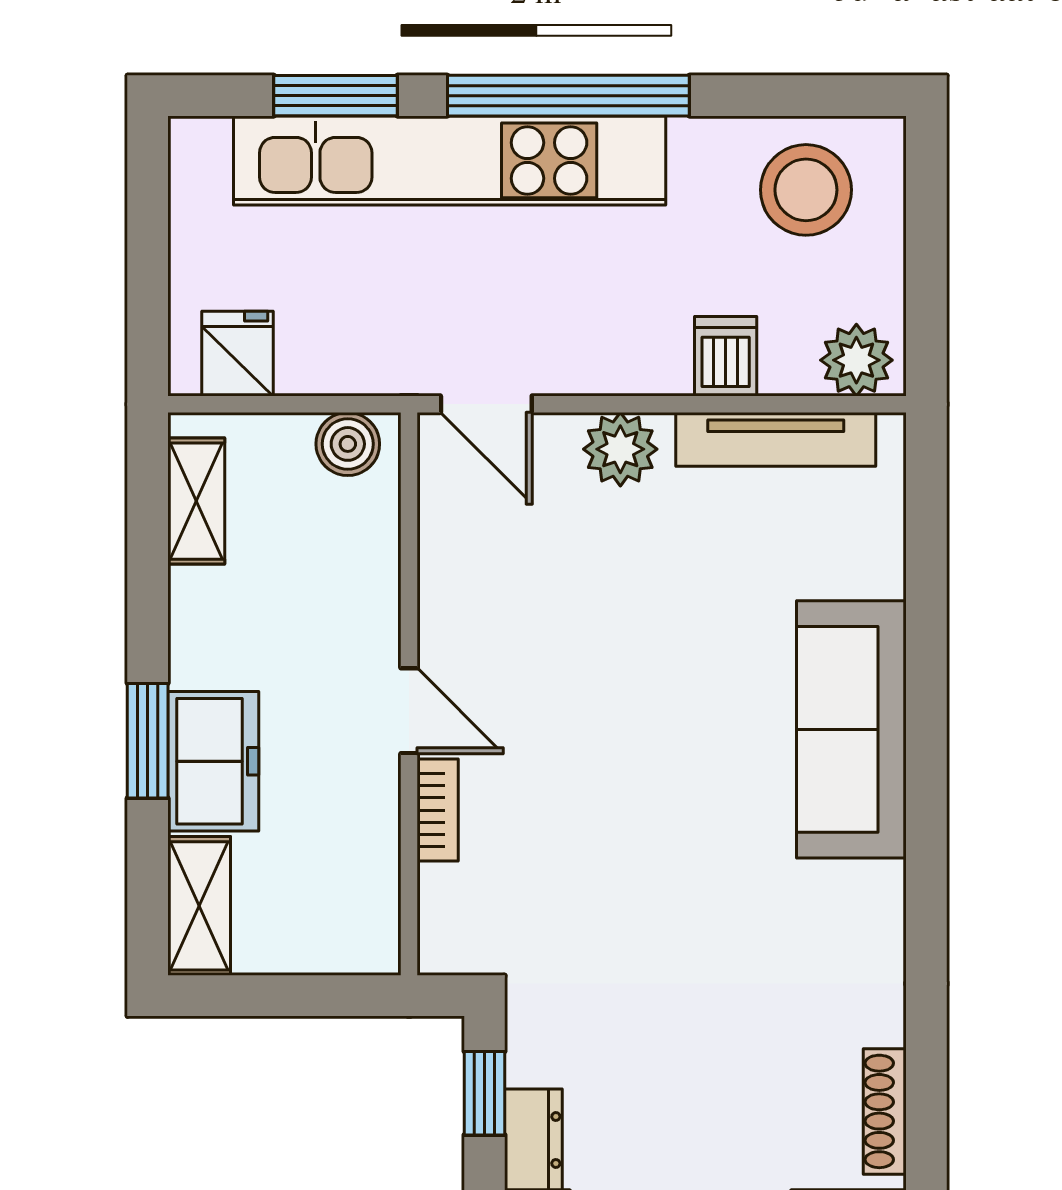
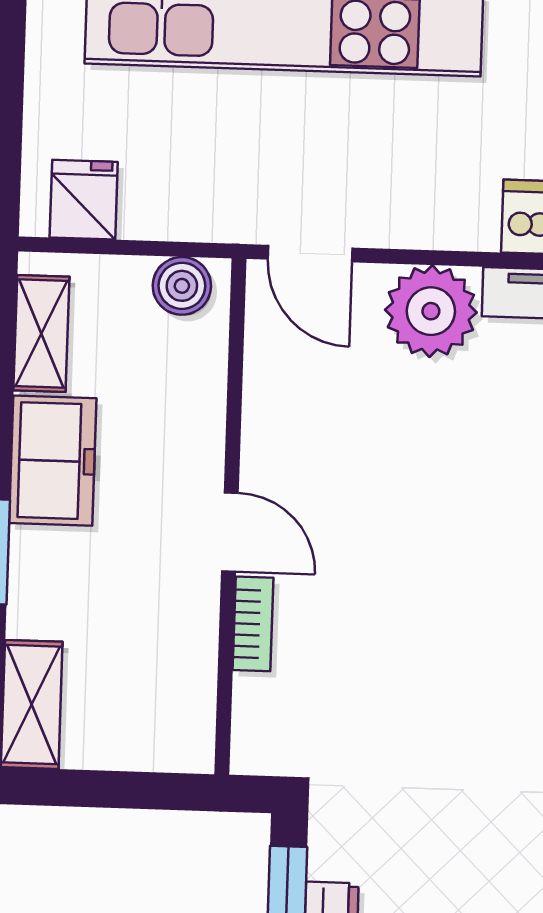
plant: (620, 449) -> (431, 311), width x1.36, depth x1.36
freezer: (213, 761) -> (53, 461), moved

